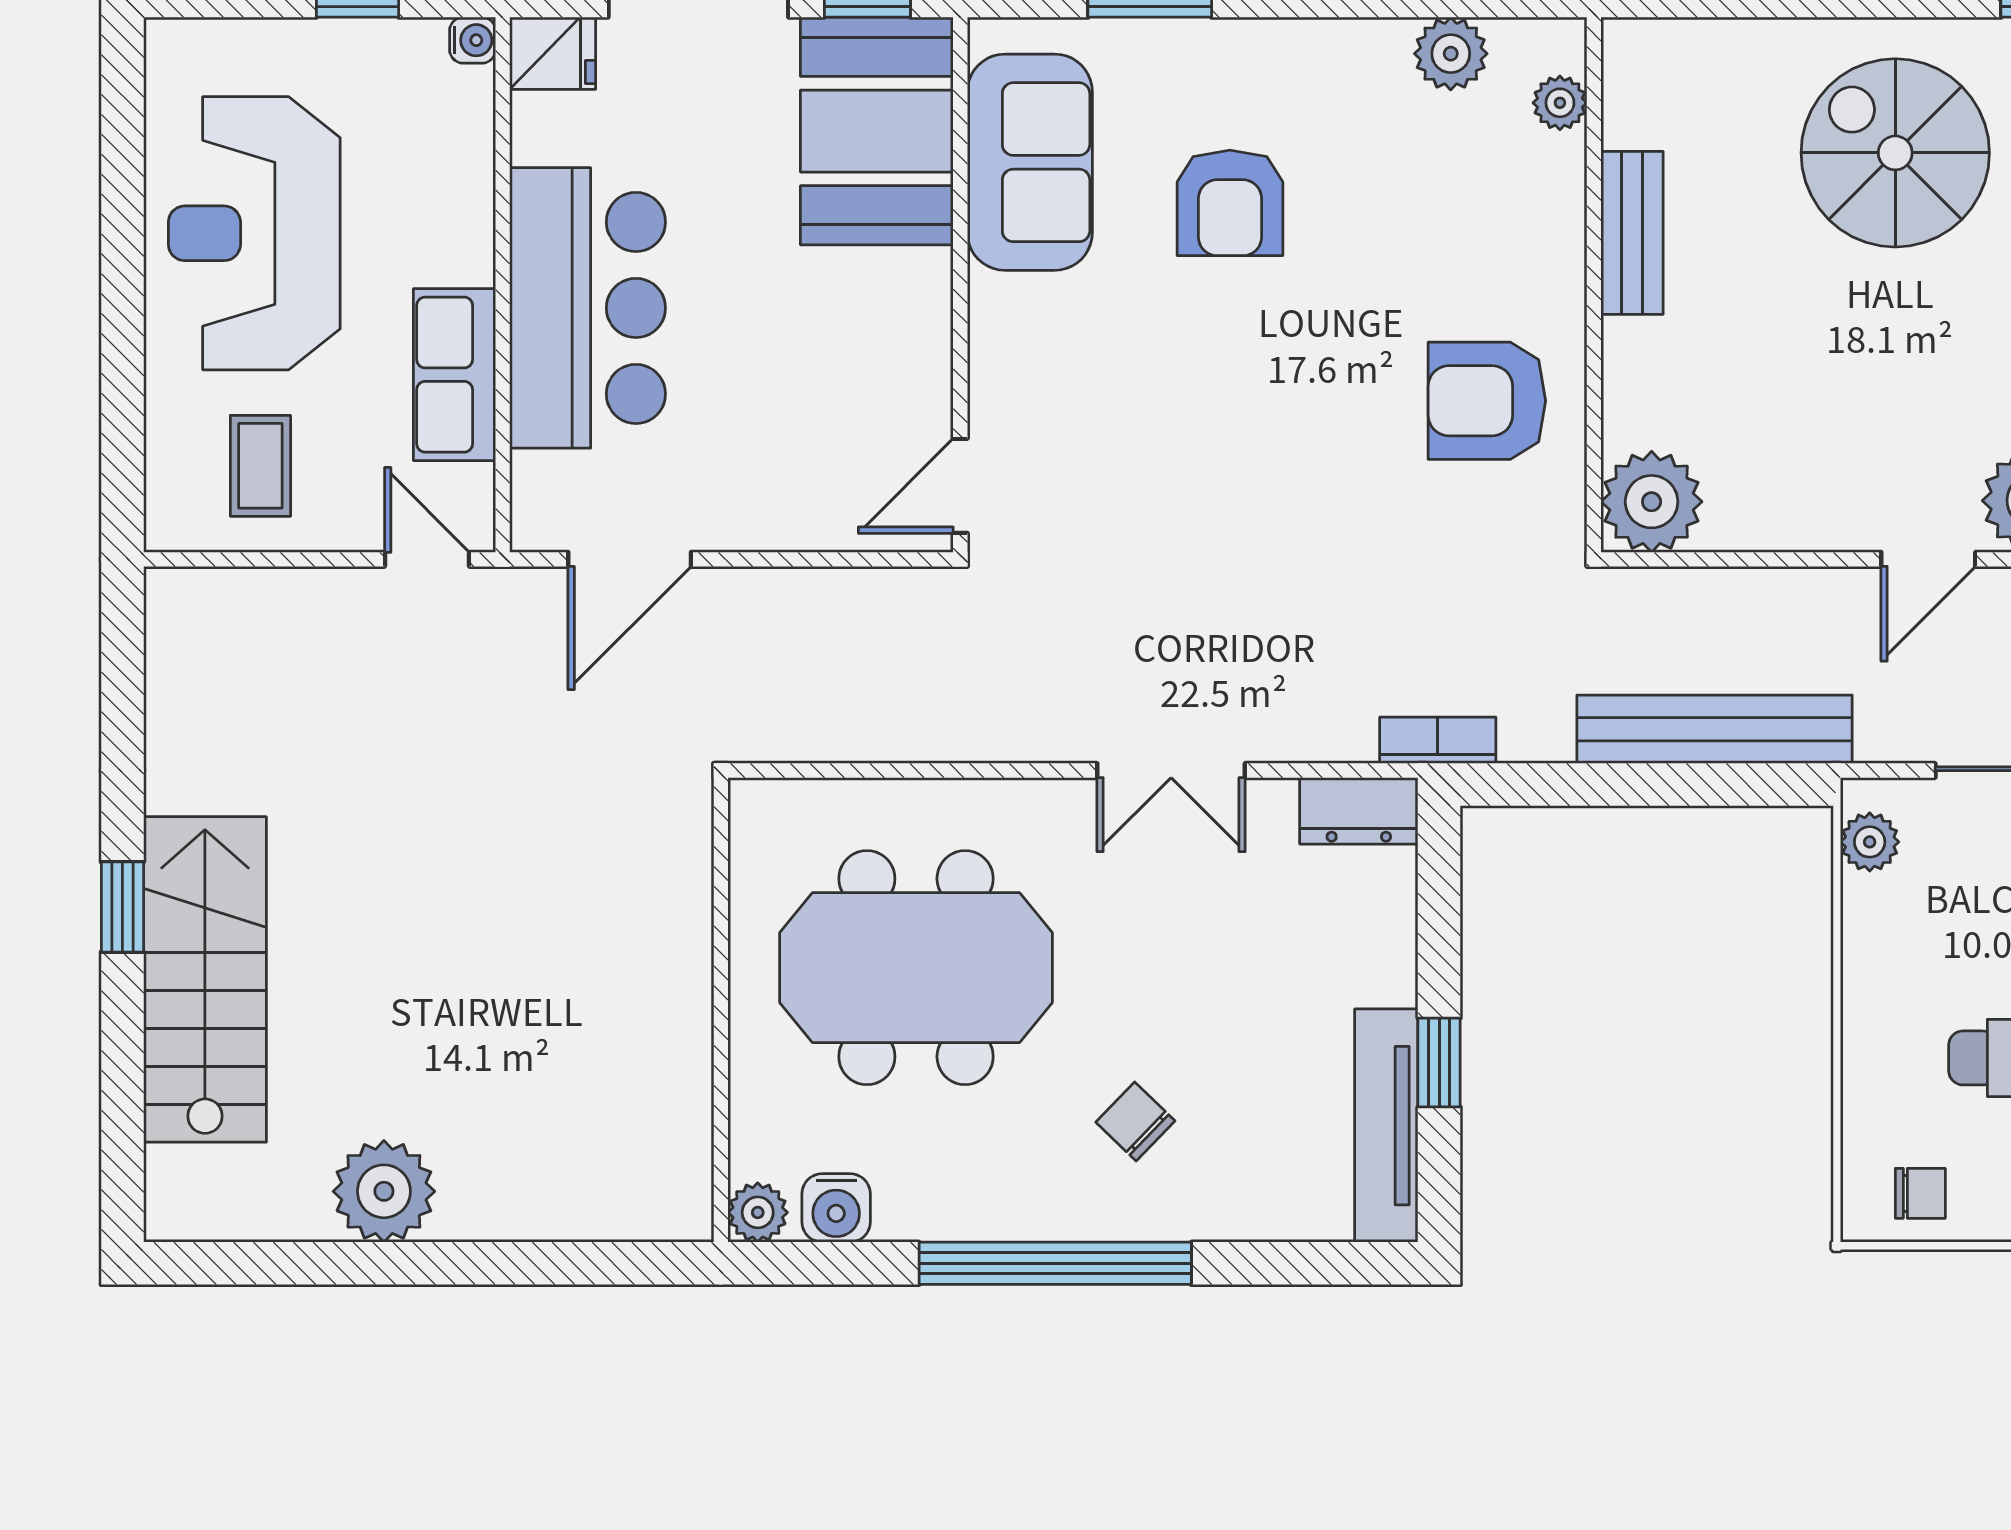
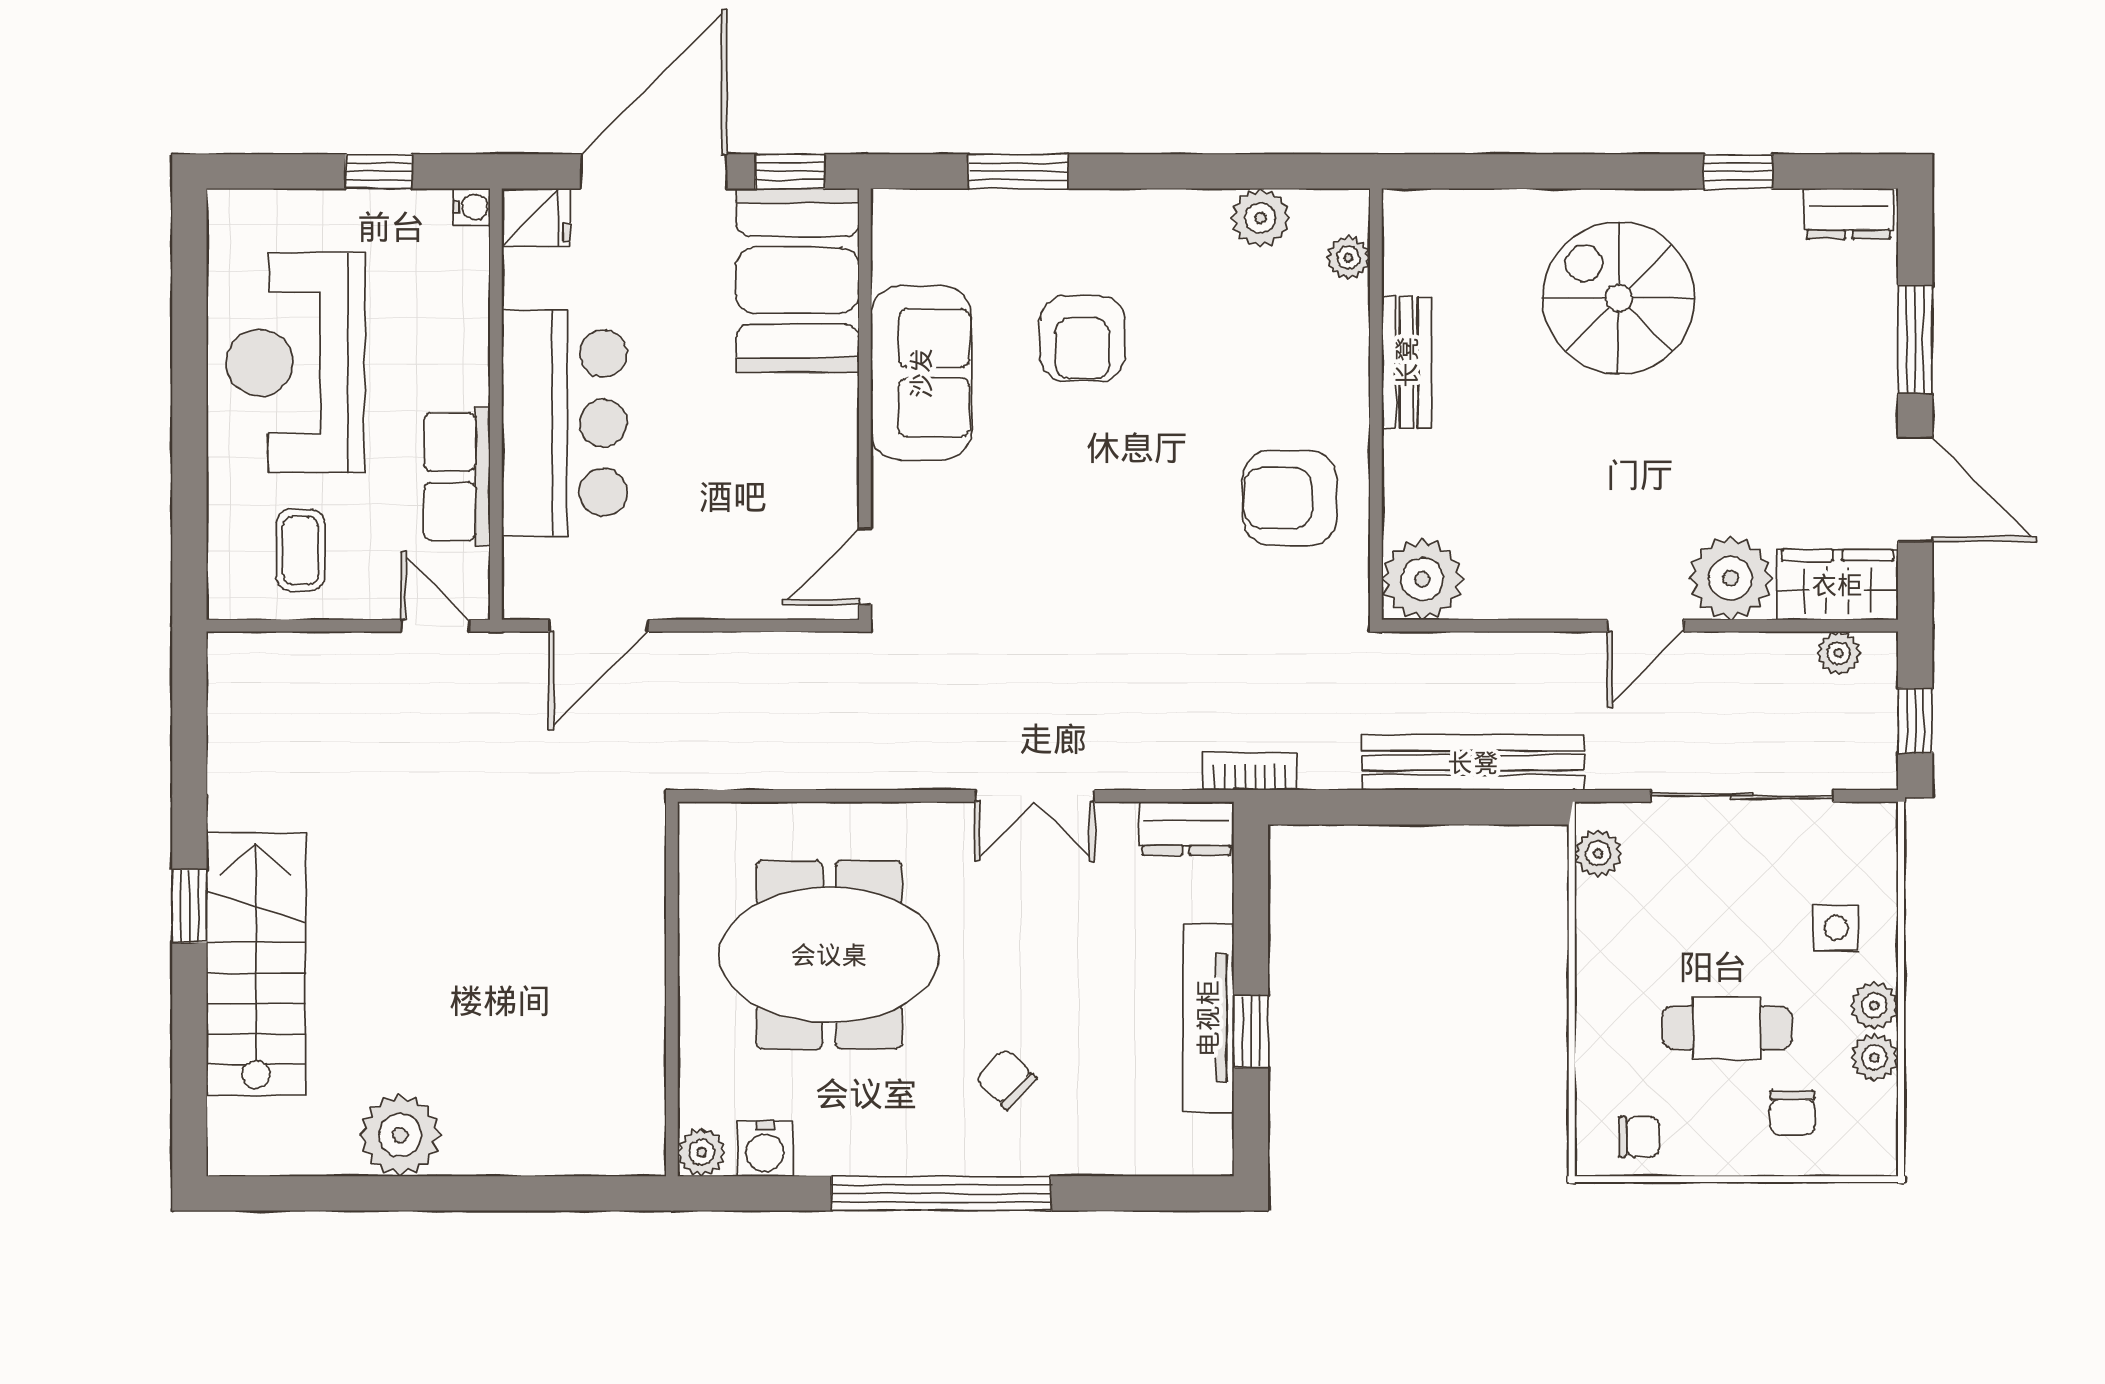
sofa: (1030, 162) -> (921, 373), moved
tv unit: (1386, 1126) -> (1208, 1018), moved

